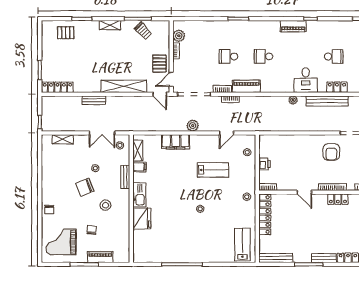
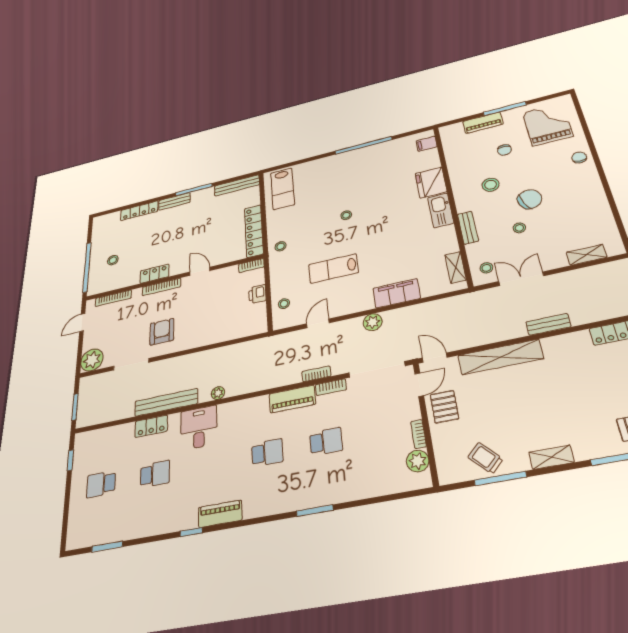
school desk: (334, 56) -> (155, 474), turned 180
filing cabinet: (139, 167) -> (427, 144), moved
grand piano: (61, 242) -> (547, 124), turned -90

